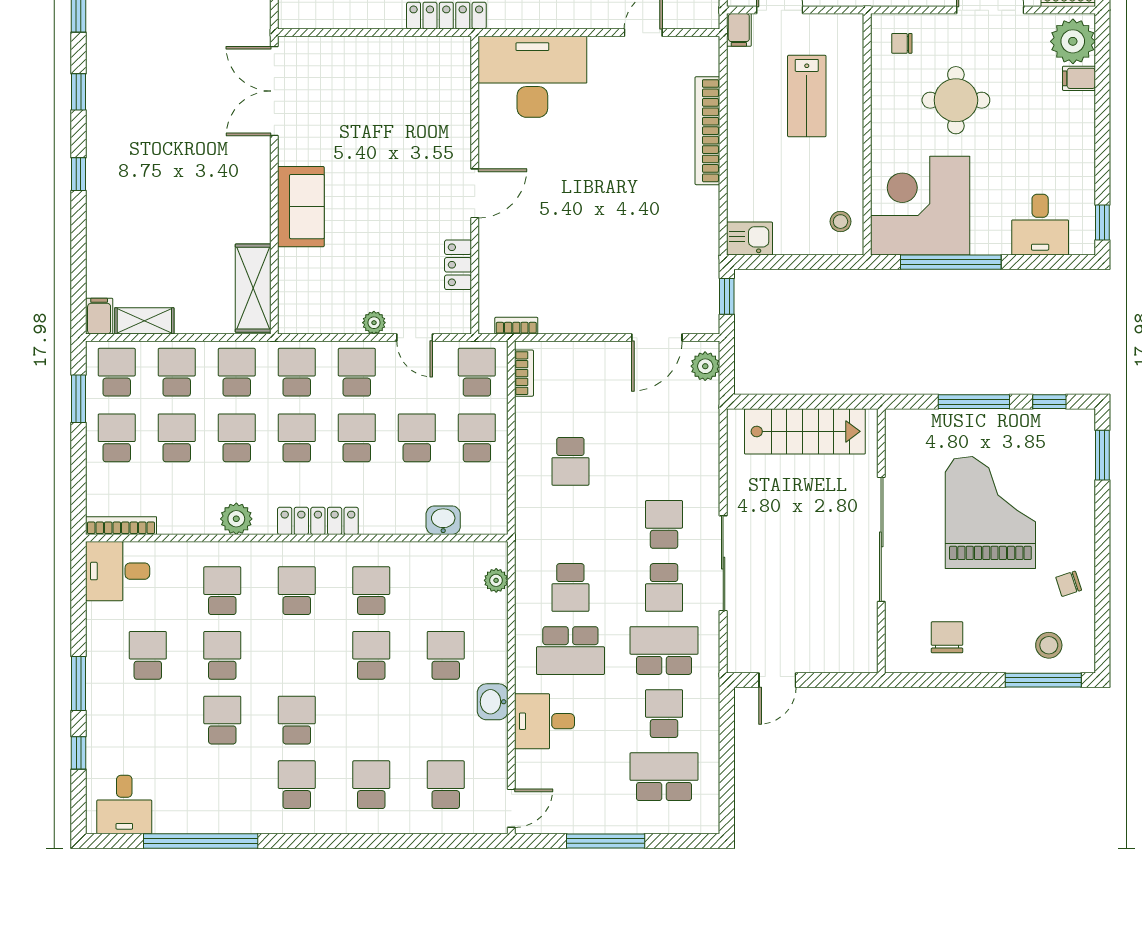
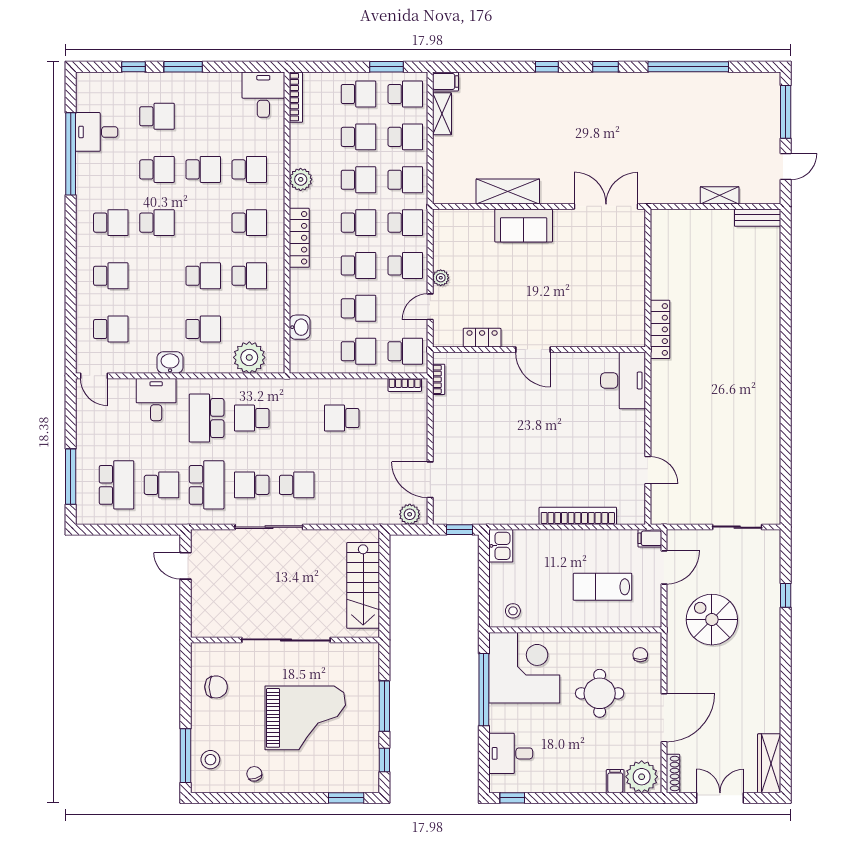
desk: (532, 77) -> (623, 381), width x0.73, depth x0.77
shelving: (253, 288) -> (508, 191), moved
plant: (496, 580) -> (249, 357), width x1.88, depth x1.88
school desk: (148, 655) -> (157, 116), moved
desk: (124, 805) -> (97, 132), moved
window: (606, 841) -> (71, 477), moved

